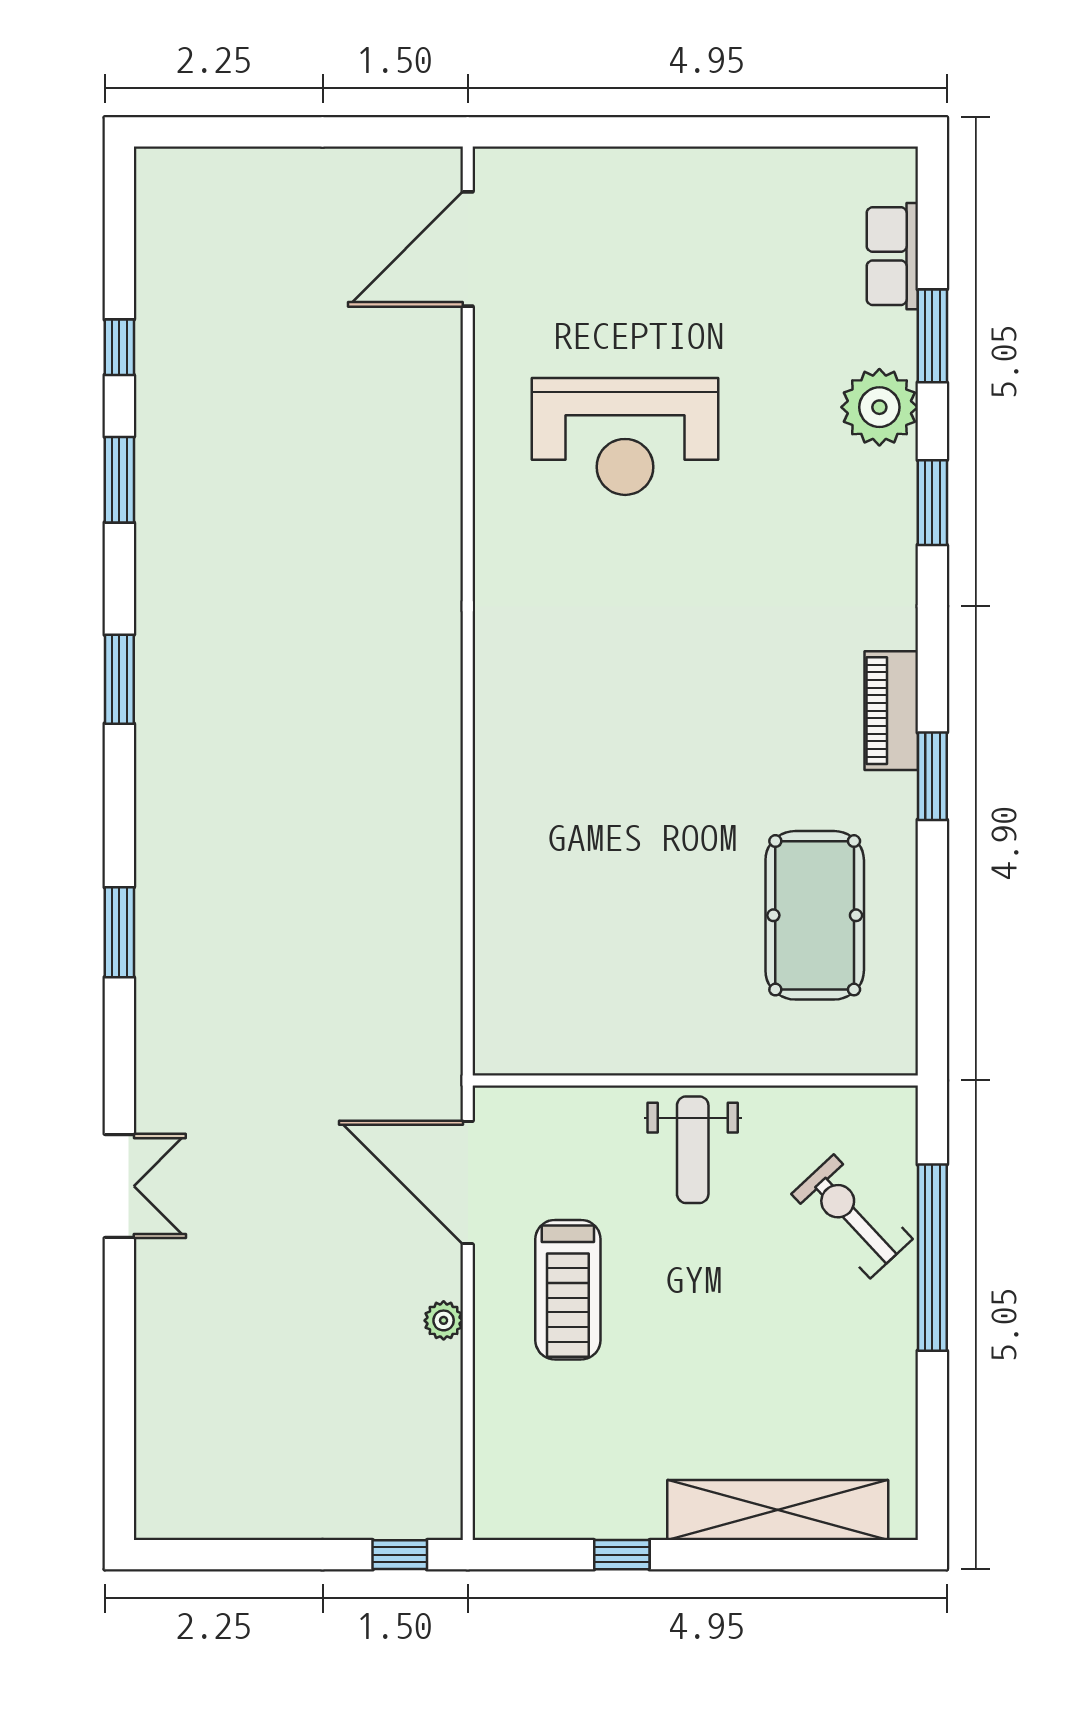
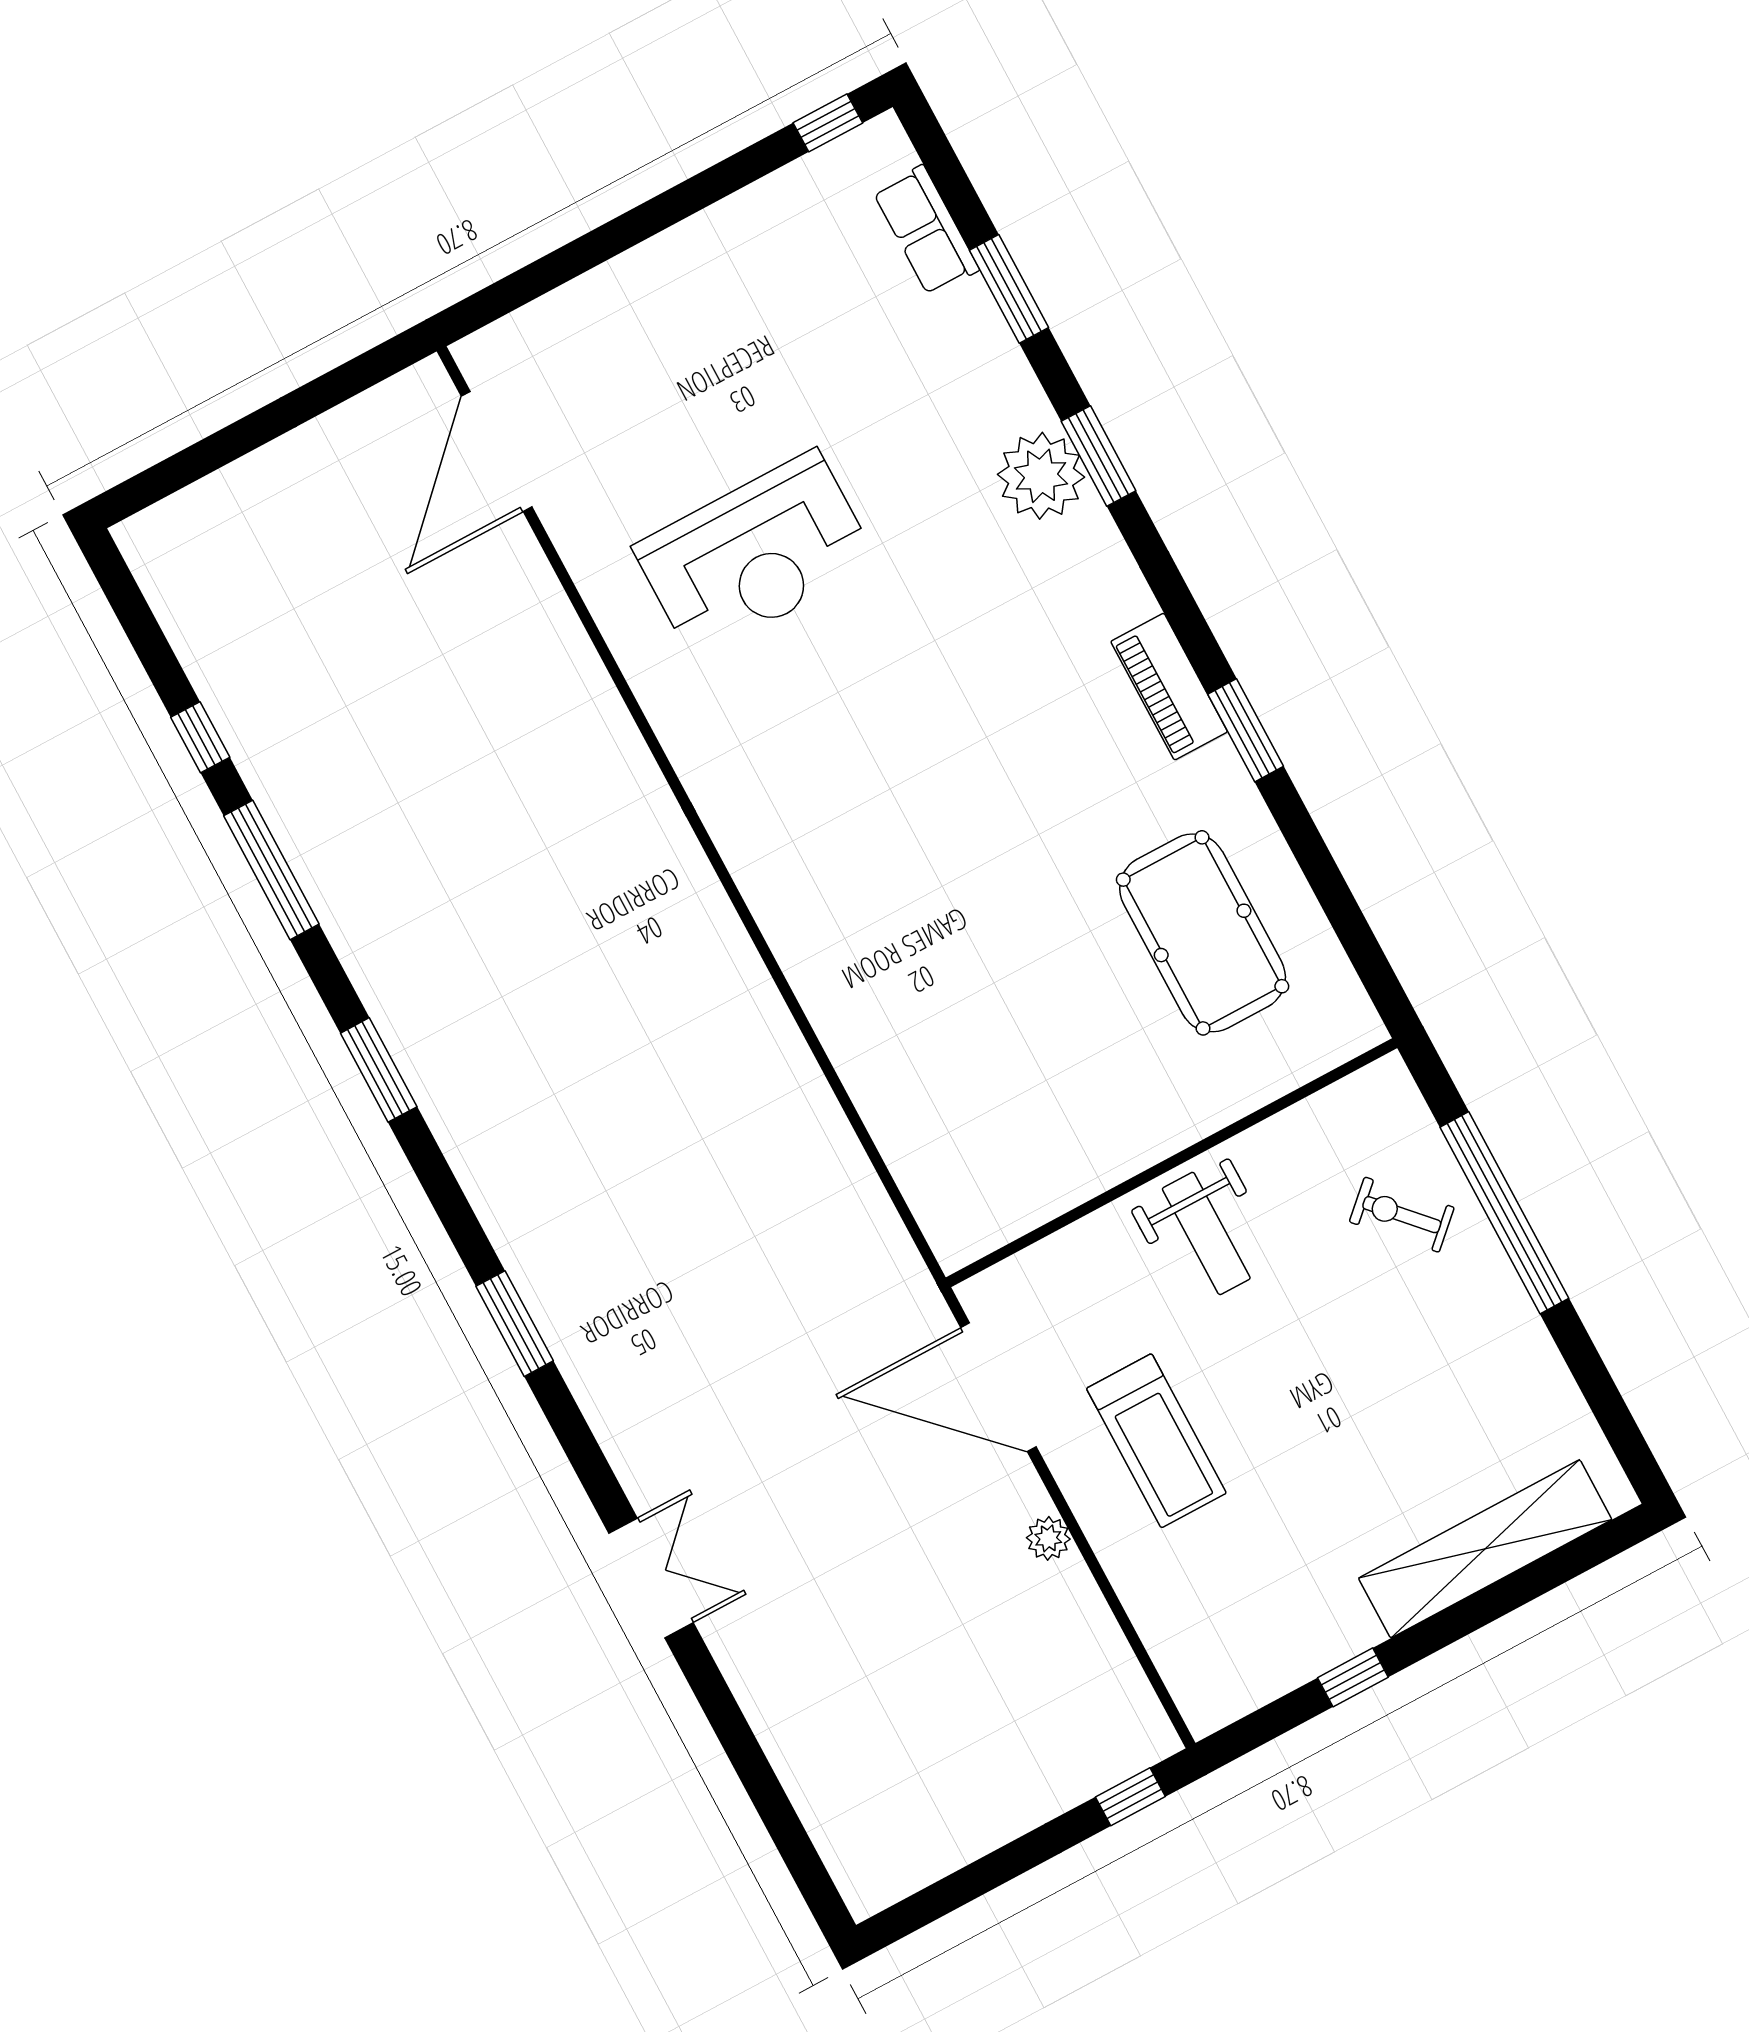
window: (861, 132) -> (828, 123), added
plant: (879, 407) -> (1041, 476), moved
window: (119, 480) -> (271, 870), width x1.44
exercise bike: (852, 1216) -> (1402, 1215), width x0.73, depth x0.72

